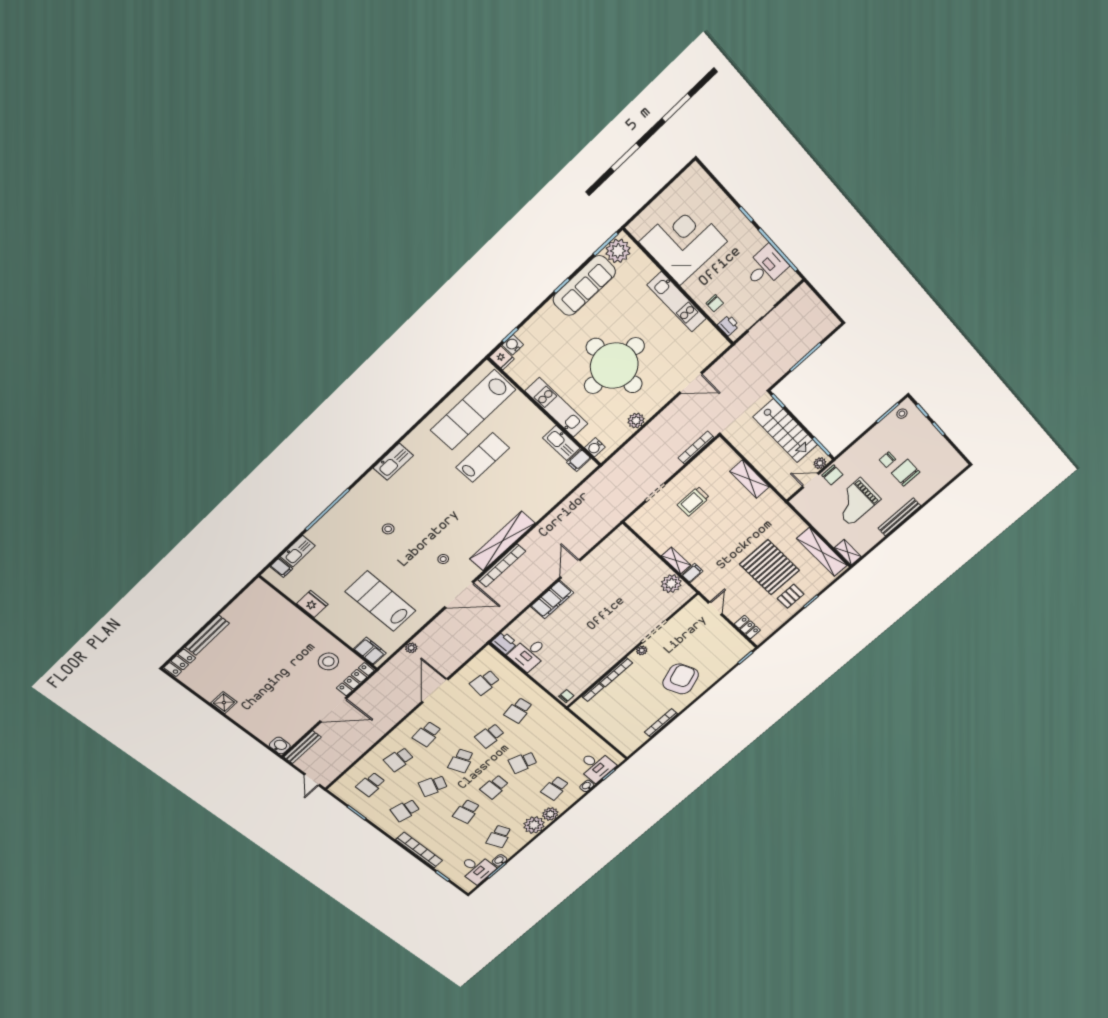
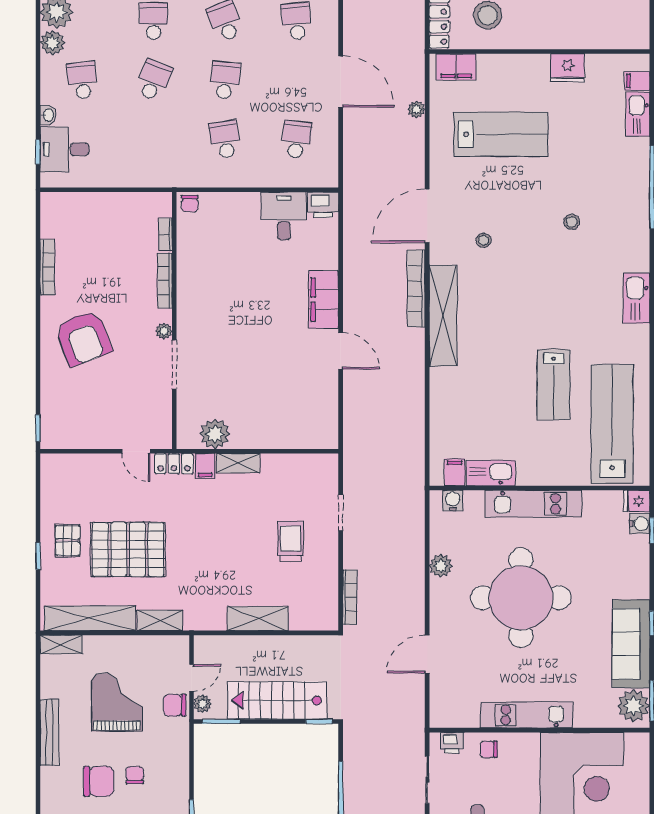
shelving: (793, 521) -> (160, 620), added
locker: (747, 627) -> (174, 464), moved

